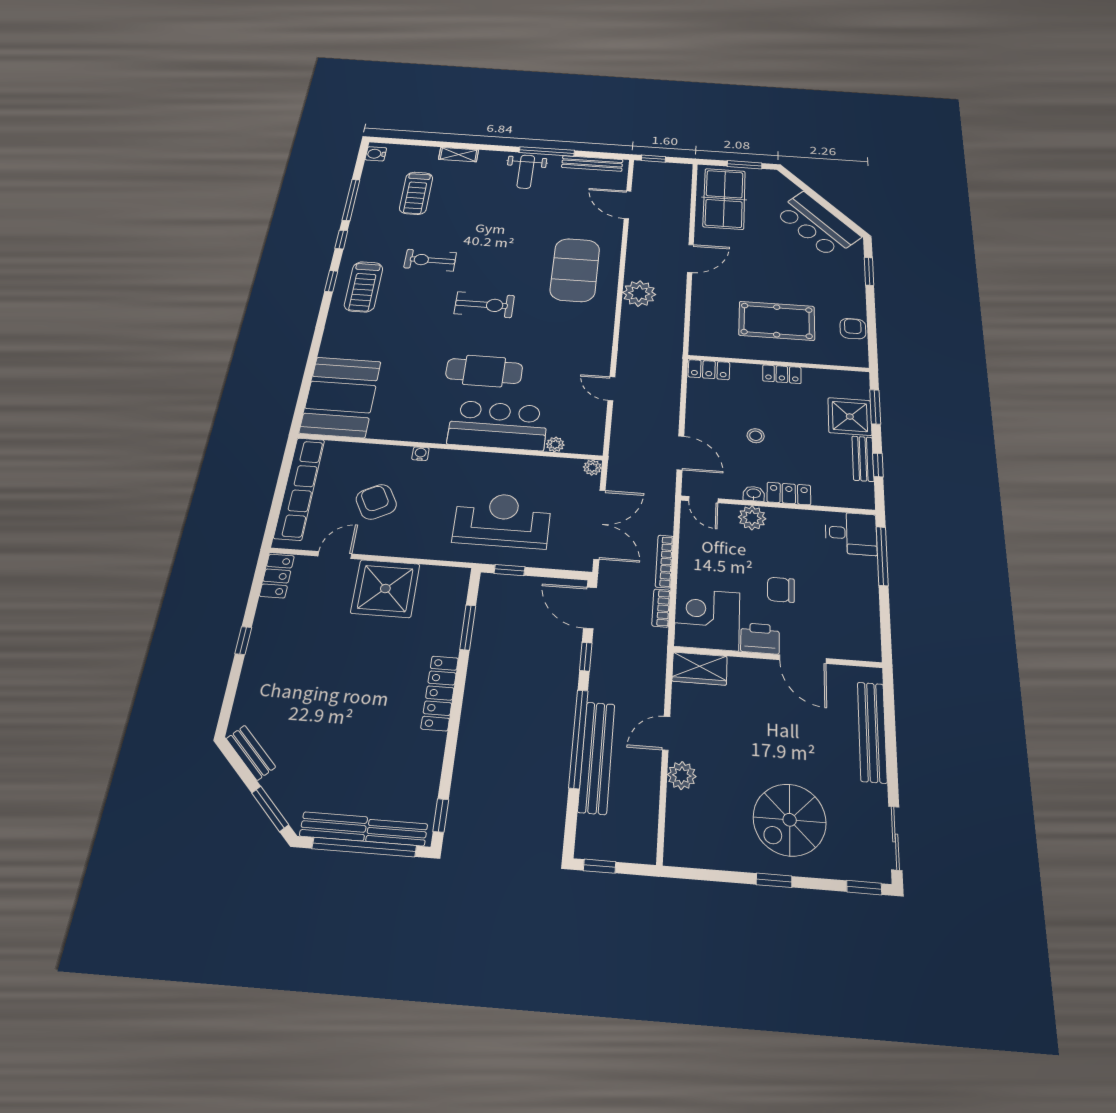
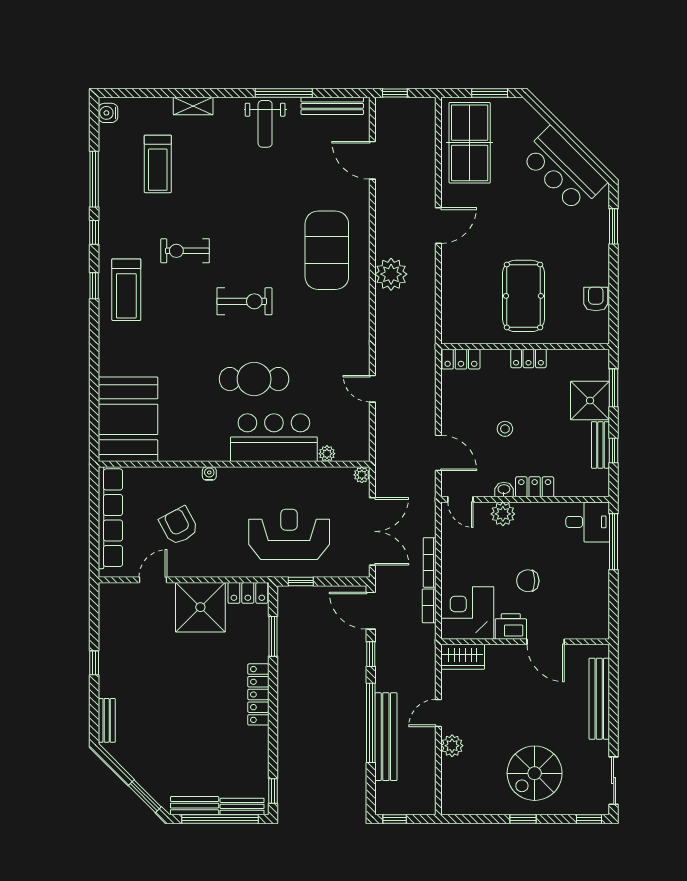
pool table: (777, 321) -> (523, 296), turned 90
locker: (277, 576) -> (248, 593), moved, turned 90
bench: (251, 753) -> (107, 720), moved, turned 45

